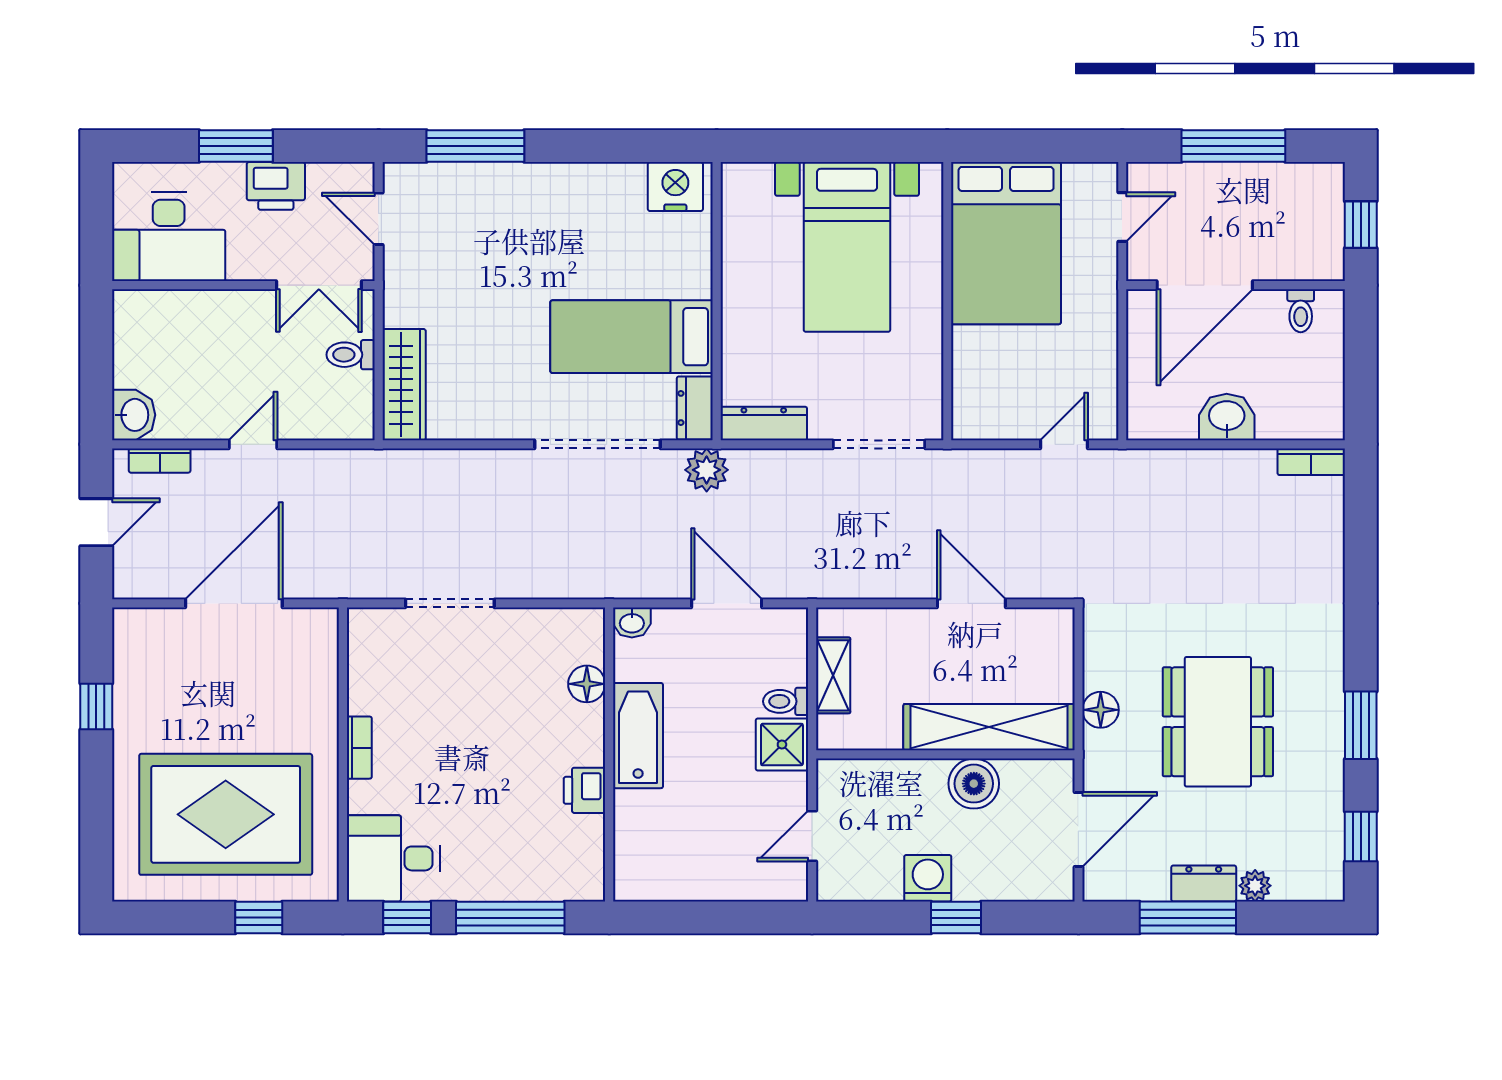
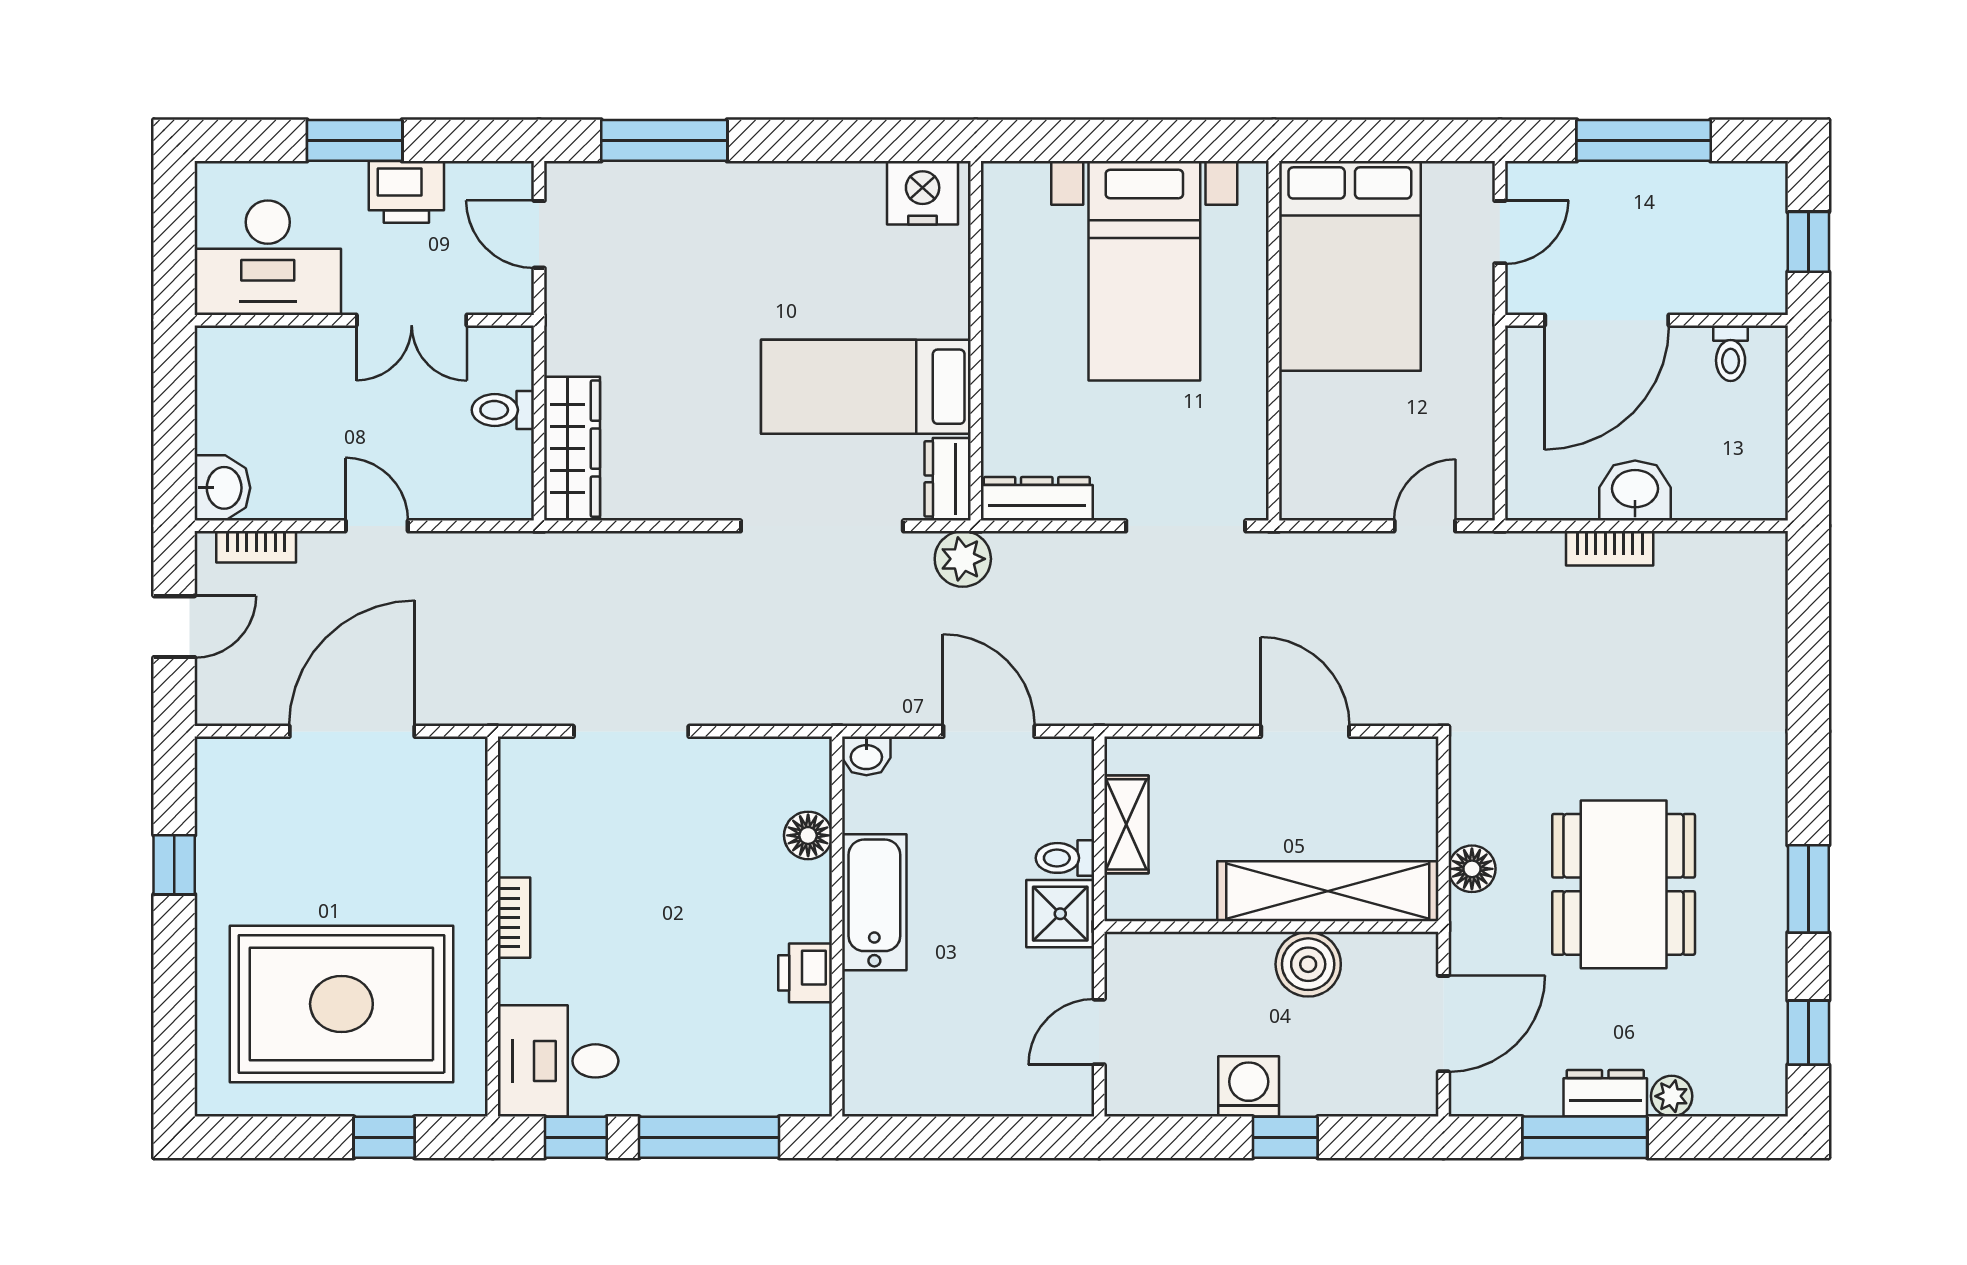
double door: (319, 285) -> (412, 320), moved
door: (253, 444) -> (377, 526), hinge flipped
bookcase: (1311, 462) -> (1610, 548), moved

